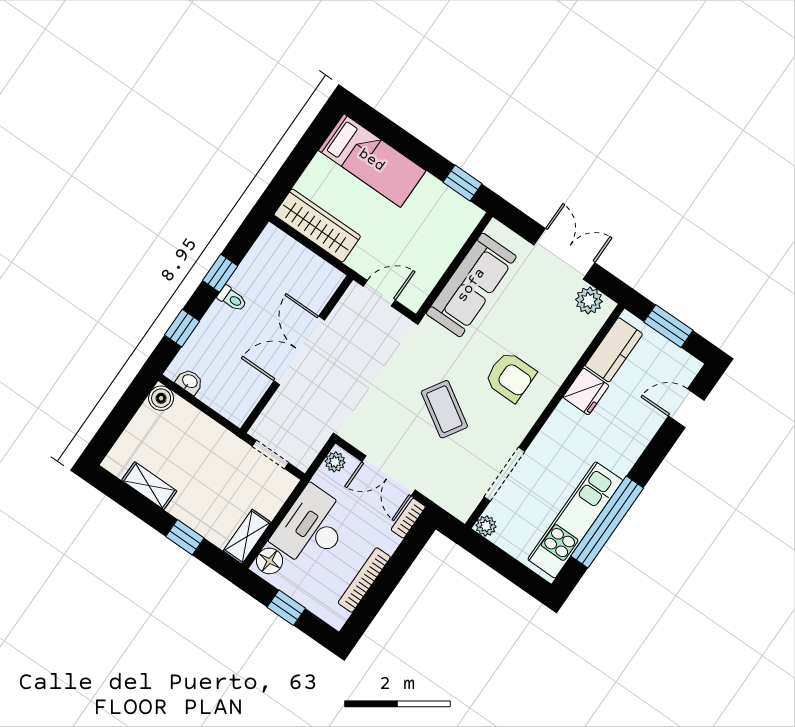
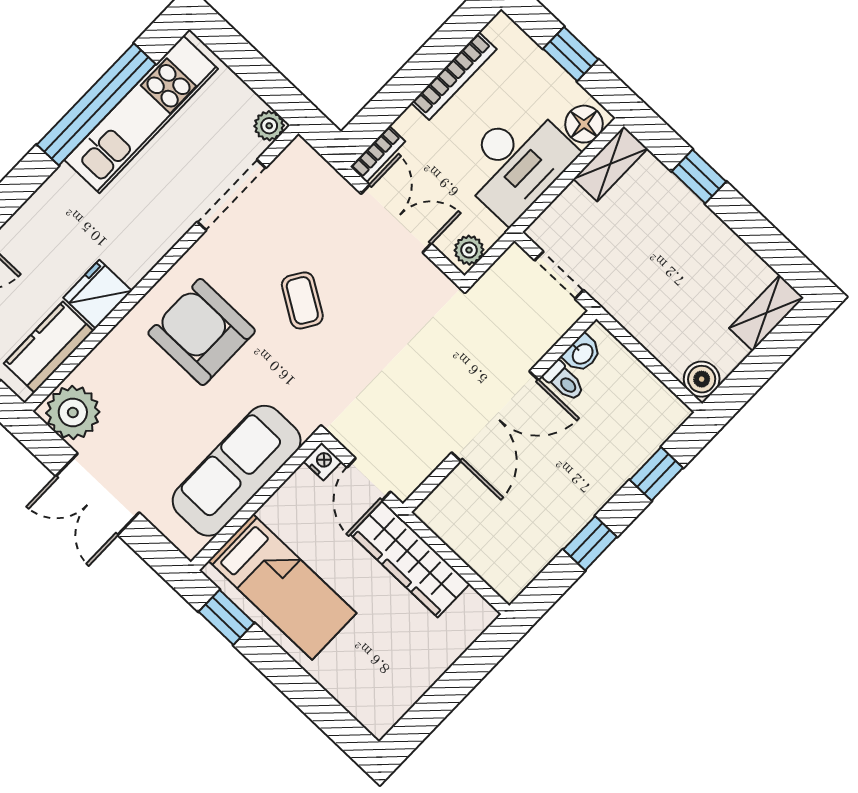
bed: (372, 160) -> (282, 587), moved, turned 180
wardrobe: (317, 225) -> (410, 559), moved
door: (379, 293) -> (369, 479), hinge flipped
toilet: (232, 299) -> (564, 381), moved, turned 180
plant: (589, 300) -> (73, 412), width x1.36, depth x1.36
nightstand: (413, 301) -> (323, 461), added
armchair: (510, 377) -> (202, 332), width x1.36, depth x1.36
washbasin: (190, 382) -> (582, 353), moved, turned -90
coffee table: (444, 409) -> (302, 300), width x0.73, depth x0.77
shelving: (149, 486) -> (766, 313), moved, turned 90

